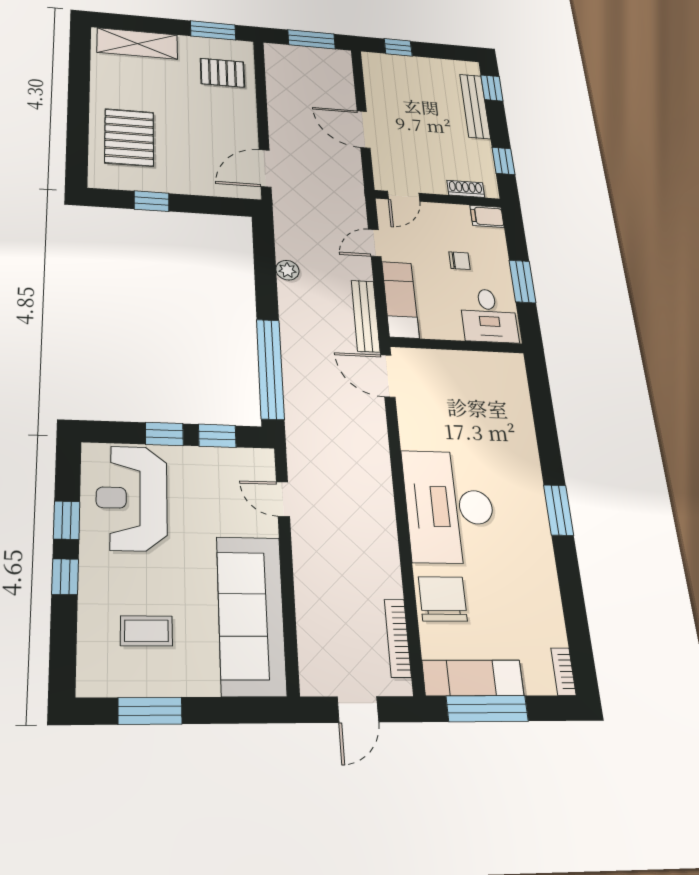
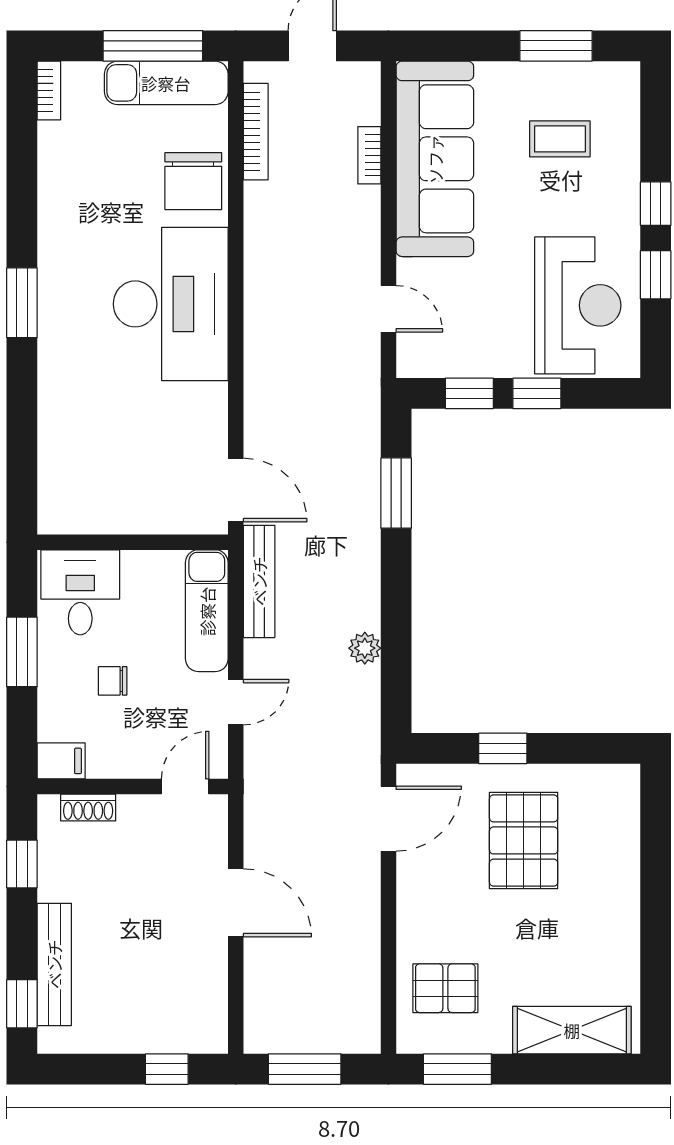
pallet: (129, 137) -> (524, 840), moved
window: (152, 201) -> (503, 748), moved
window: (270, 369) -> (396, 493), width x0.47
bookcase: (305, 618) -> (369, 155), added

